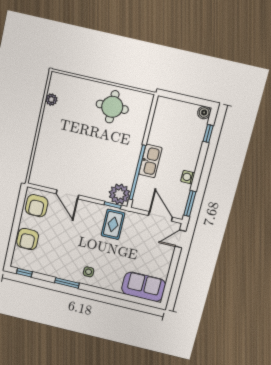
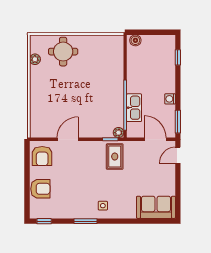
round table: (112, 107) -> (63, 52), moved
boiler: (204, 112) -> (135, 40), moved
kitchen sink: (150, 161) -> (134, 108), moved
door: (67, 194) -> (68, 139), swing flipped
plant: (119, 194) -> (119, 133), width x0.53, depth x0.53
armchair: (28, 239) -> (40, 189), turned -90

